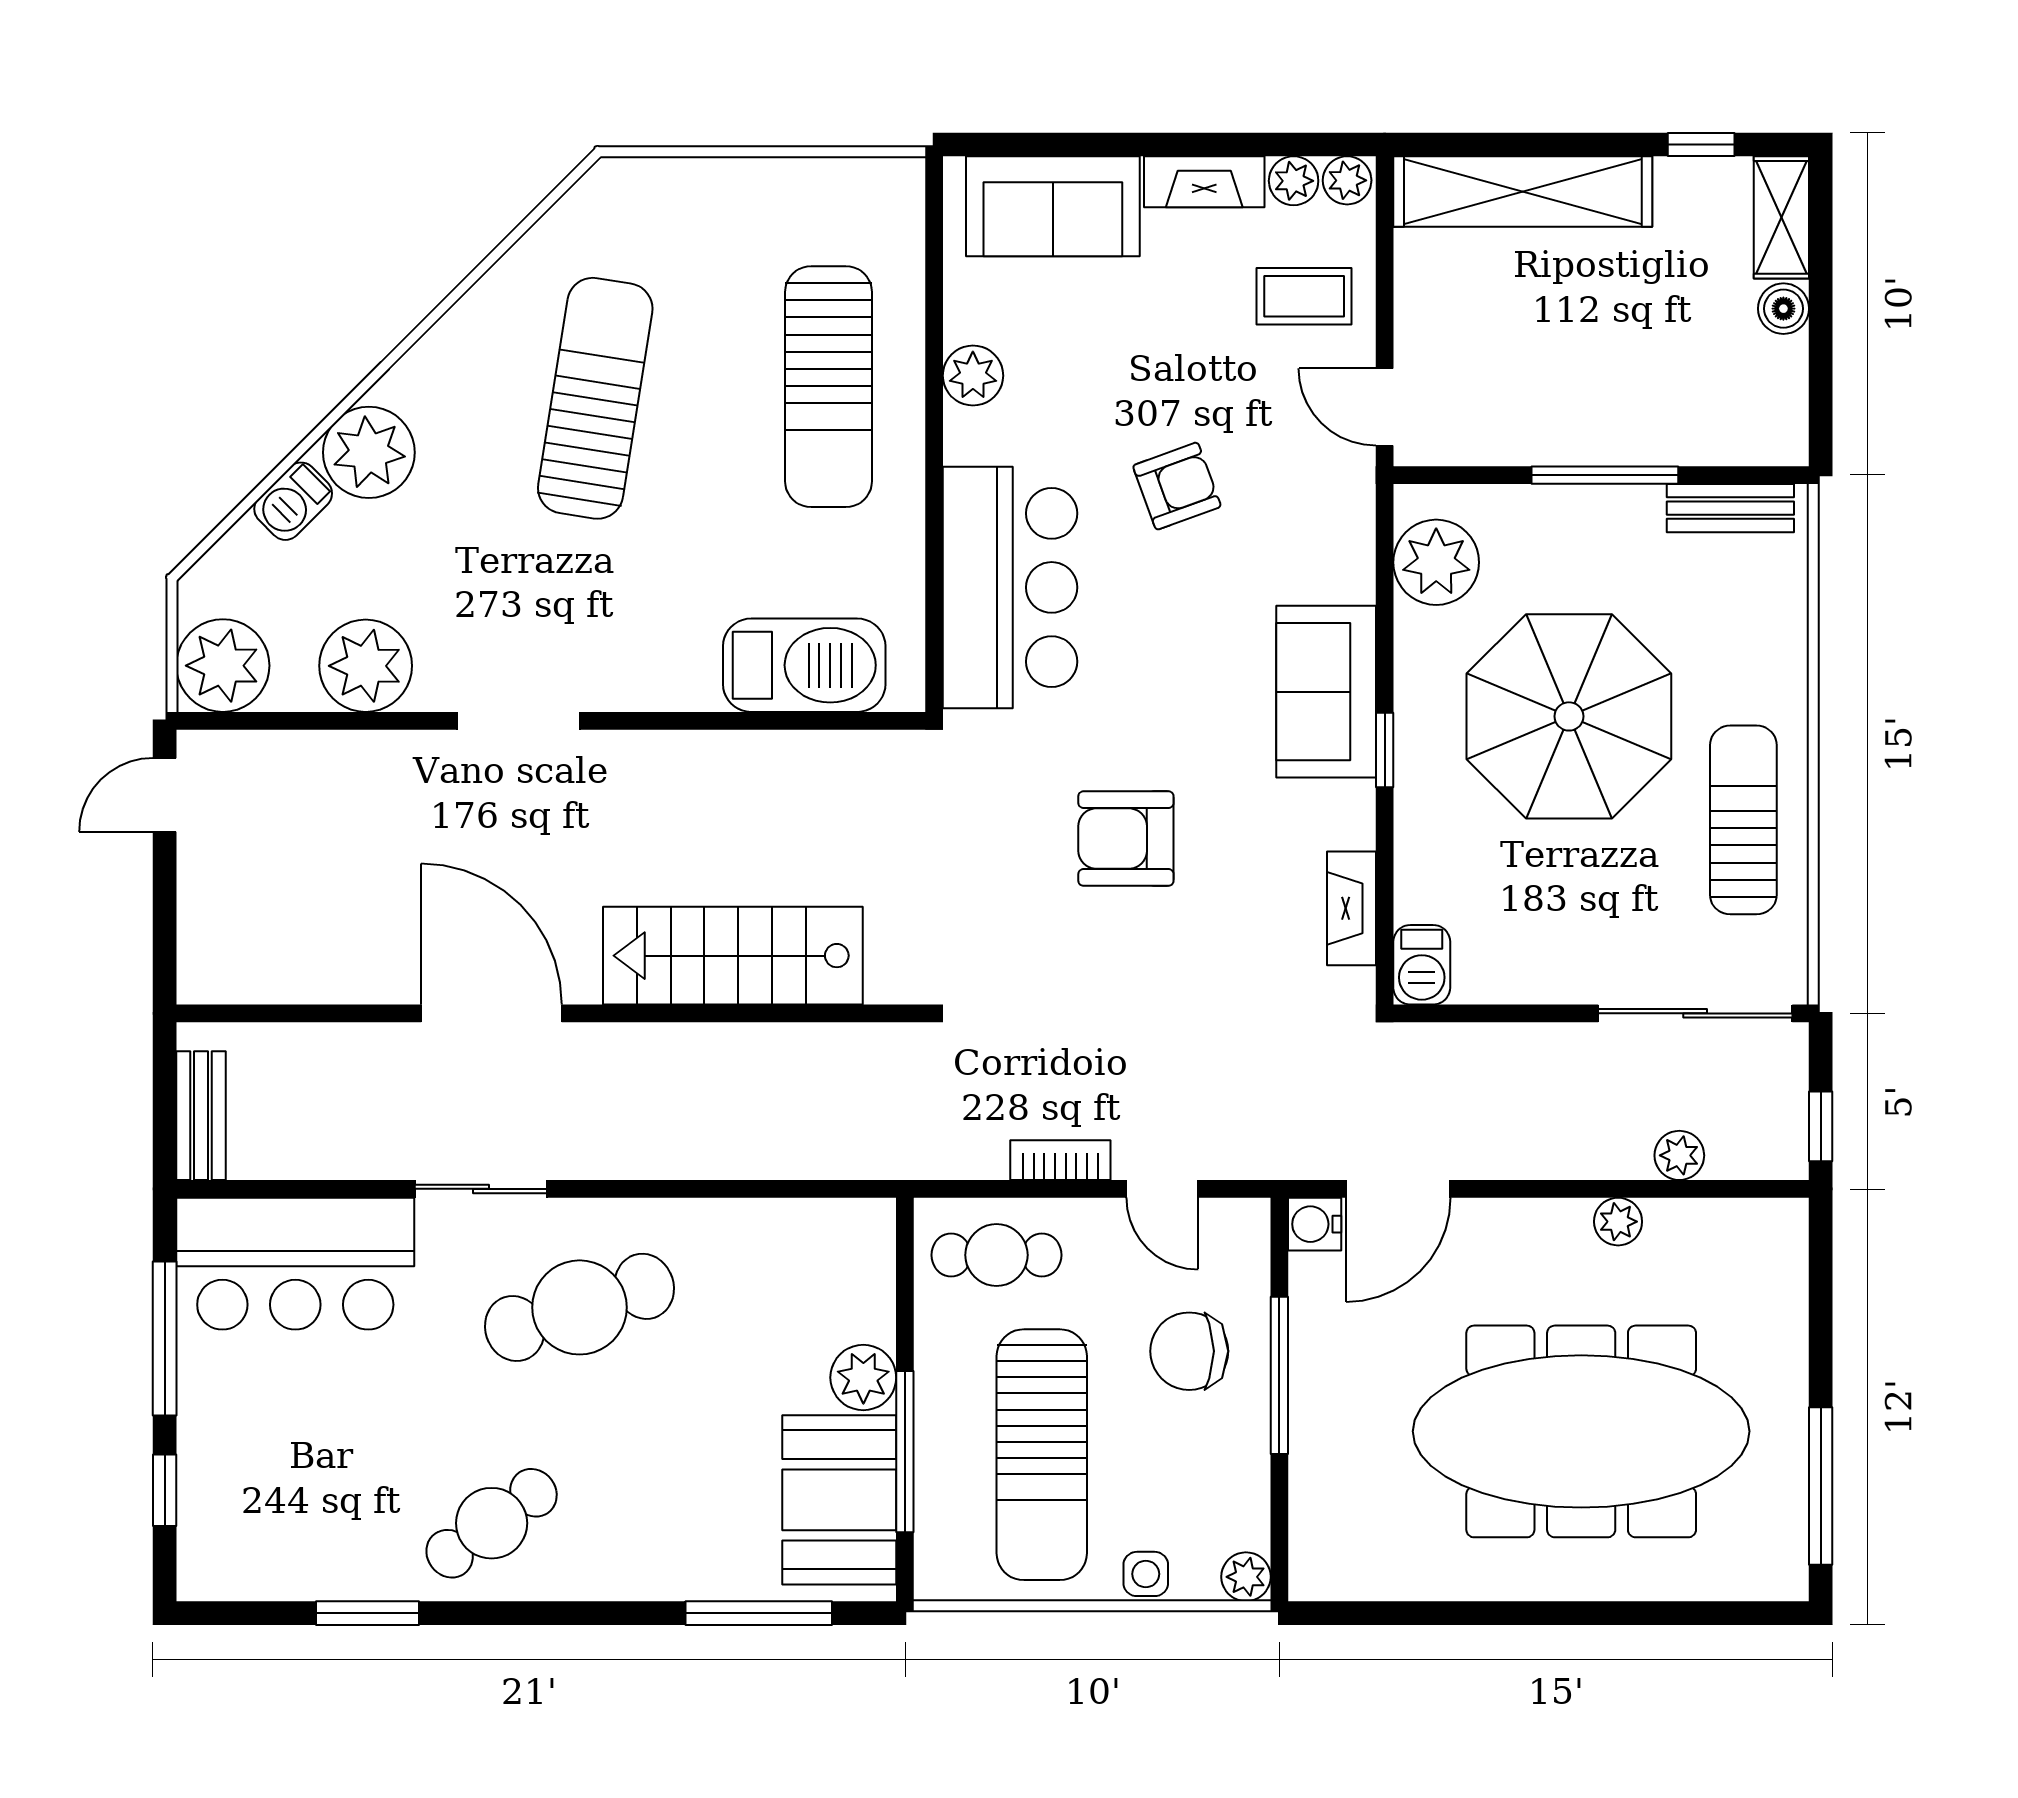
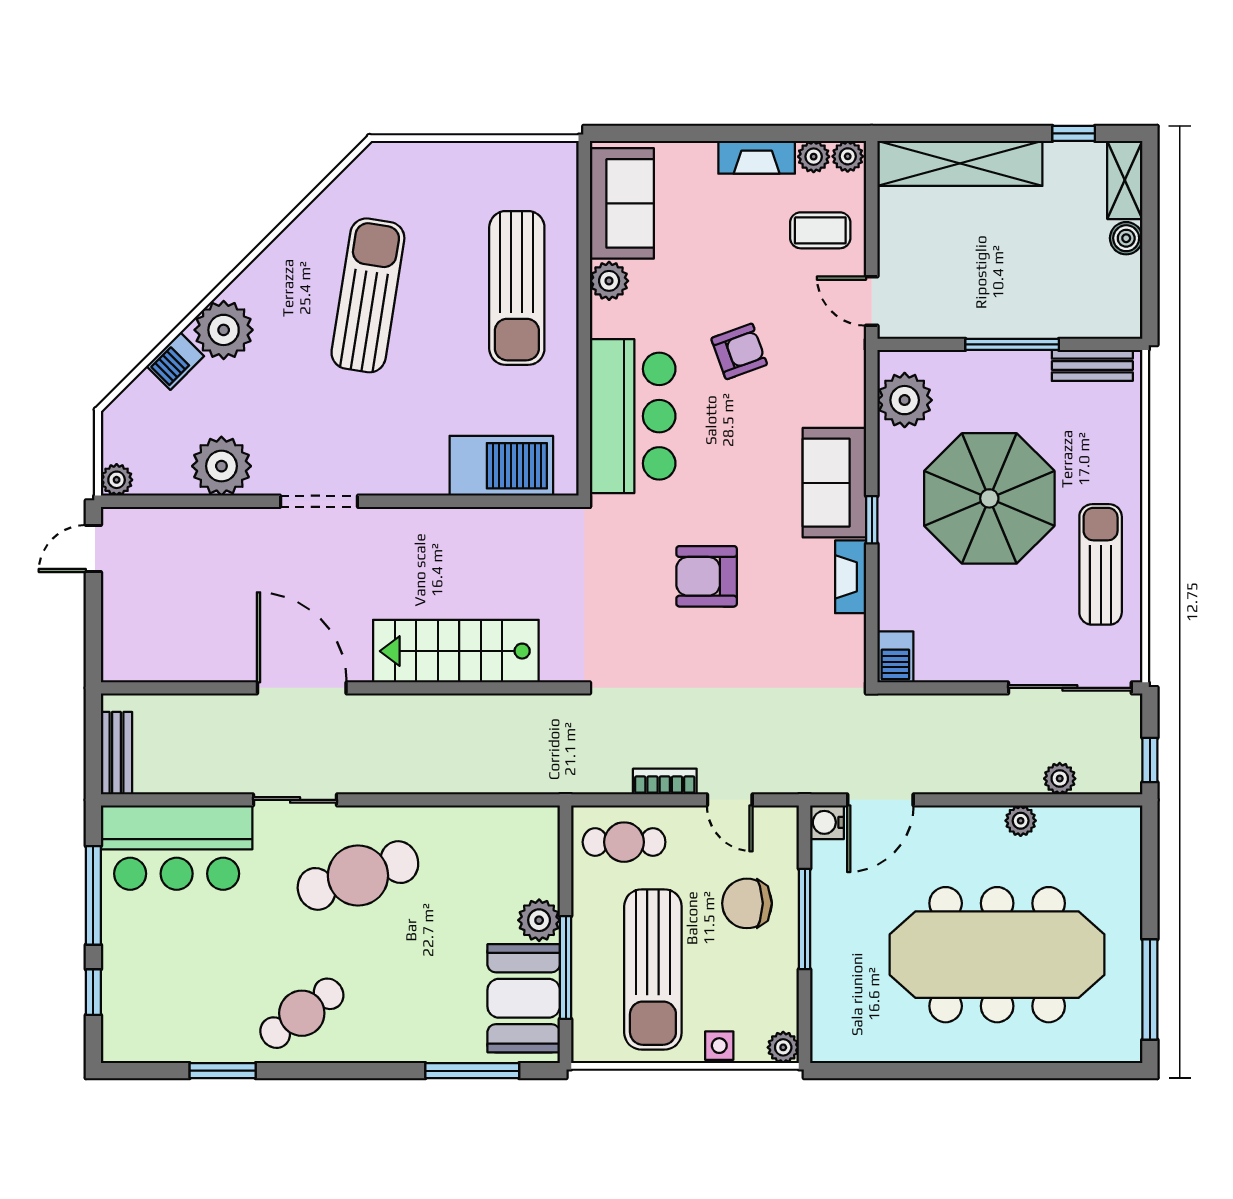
sofa: (1053, 206) -> (622, 203), moved, turned -90
plant: (223, 666) -> (117, 480), width x0.53, depth x0.53
fireplace: (1352, 908) -> (851, 577), moved

